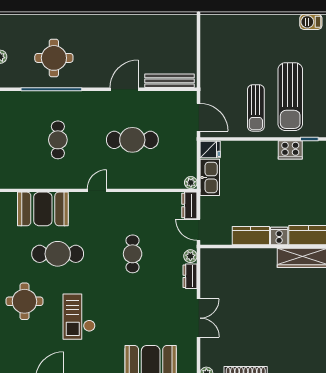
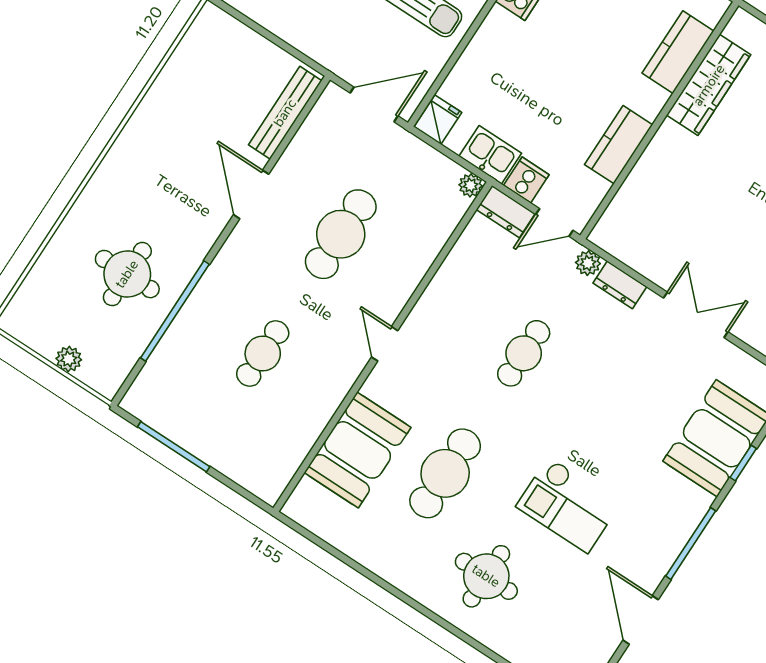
cafe table: (58, 140) -> (263, 354), turned 90
kitchen sink: (210, 177) -> (490, 155), width x0.73
cooker: (279, 236) -> (526, 180), moved, turned 90
cafe table: (133, 254) -> (524, 353), turned 90

